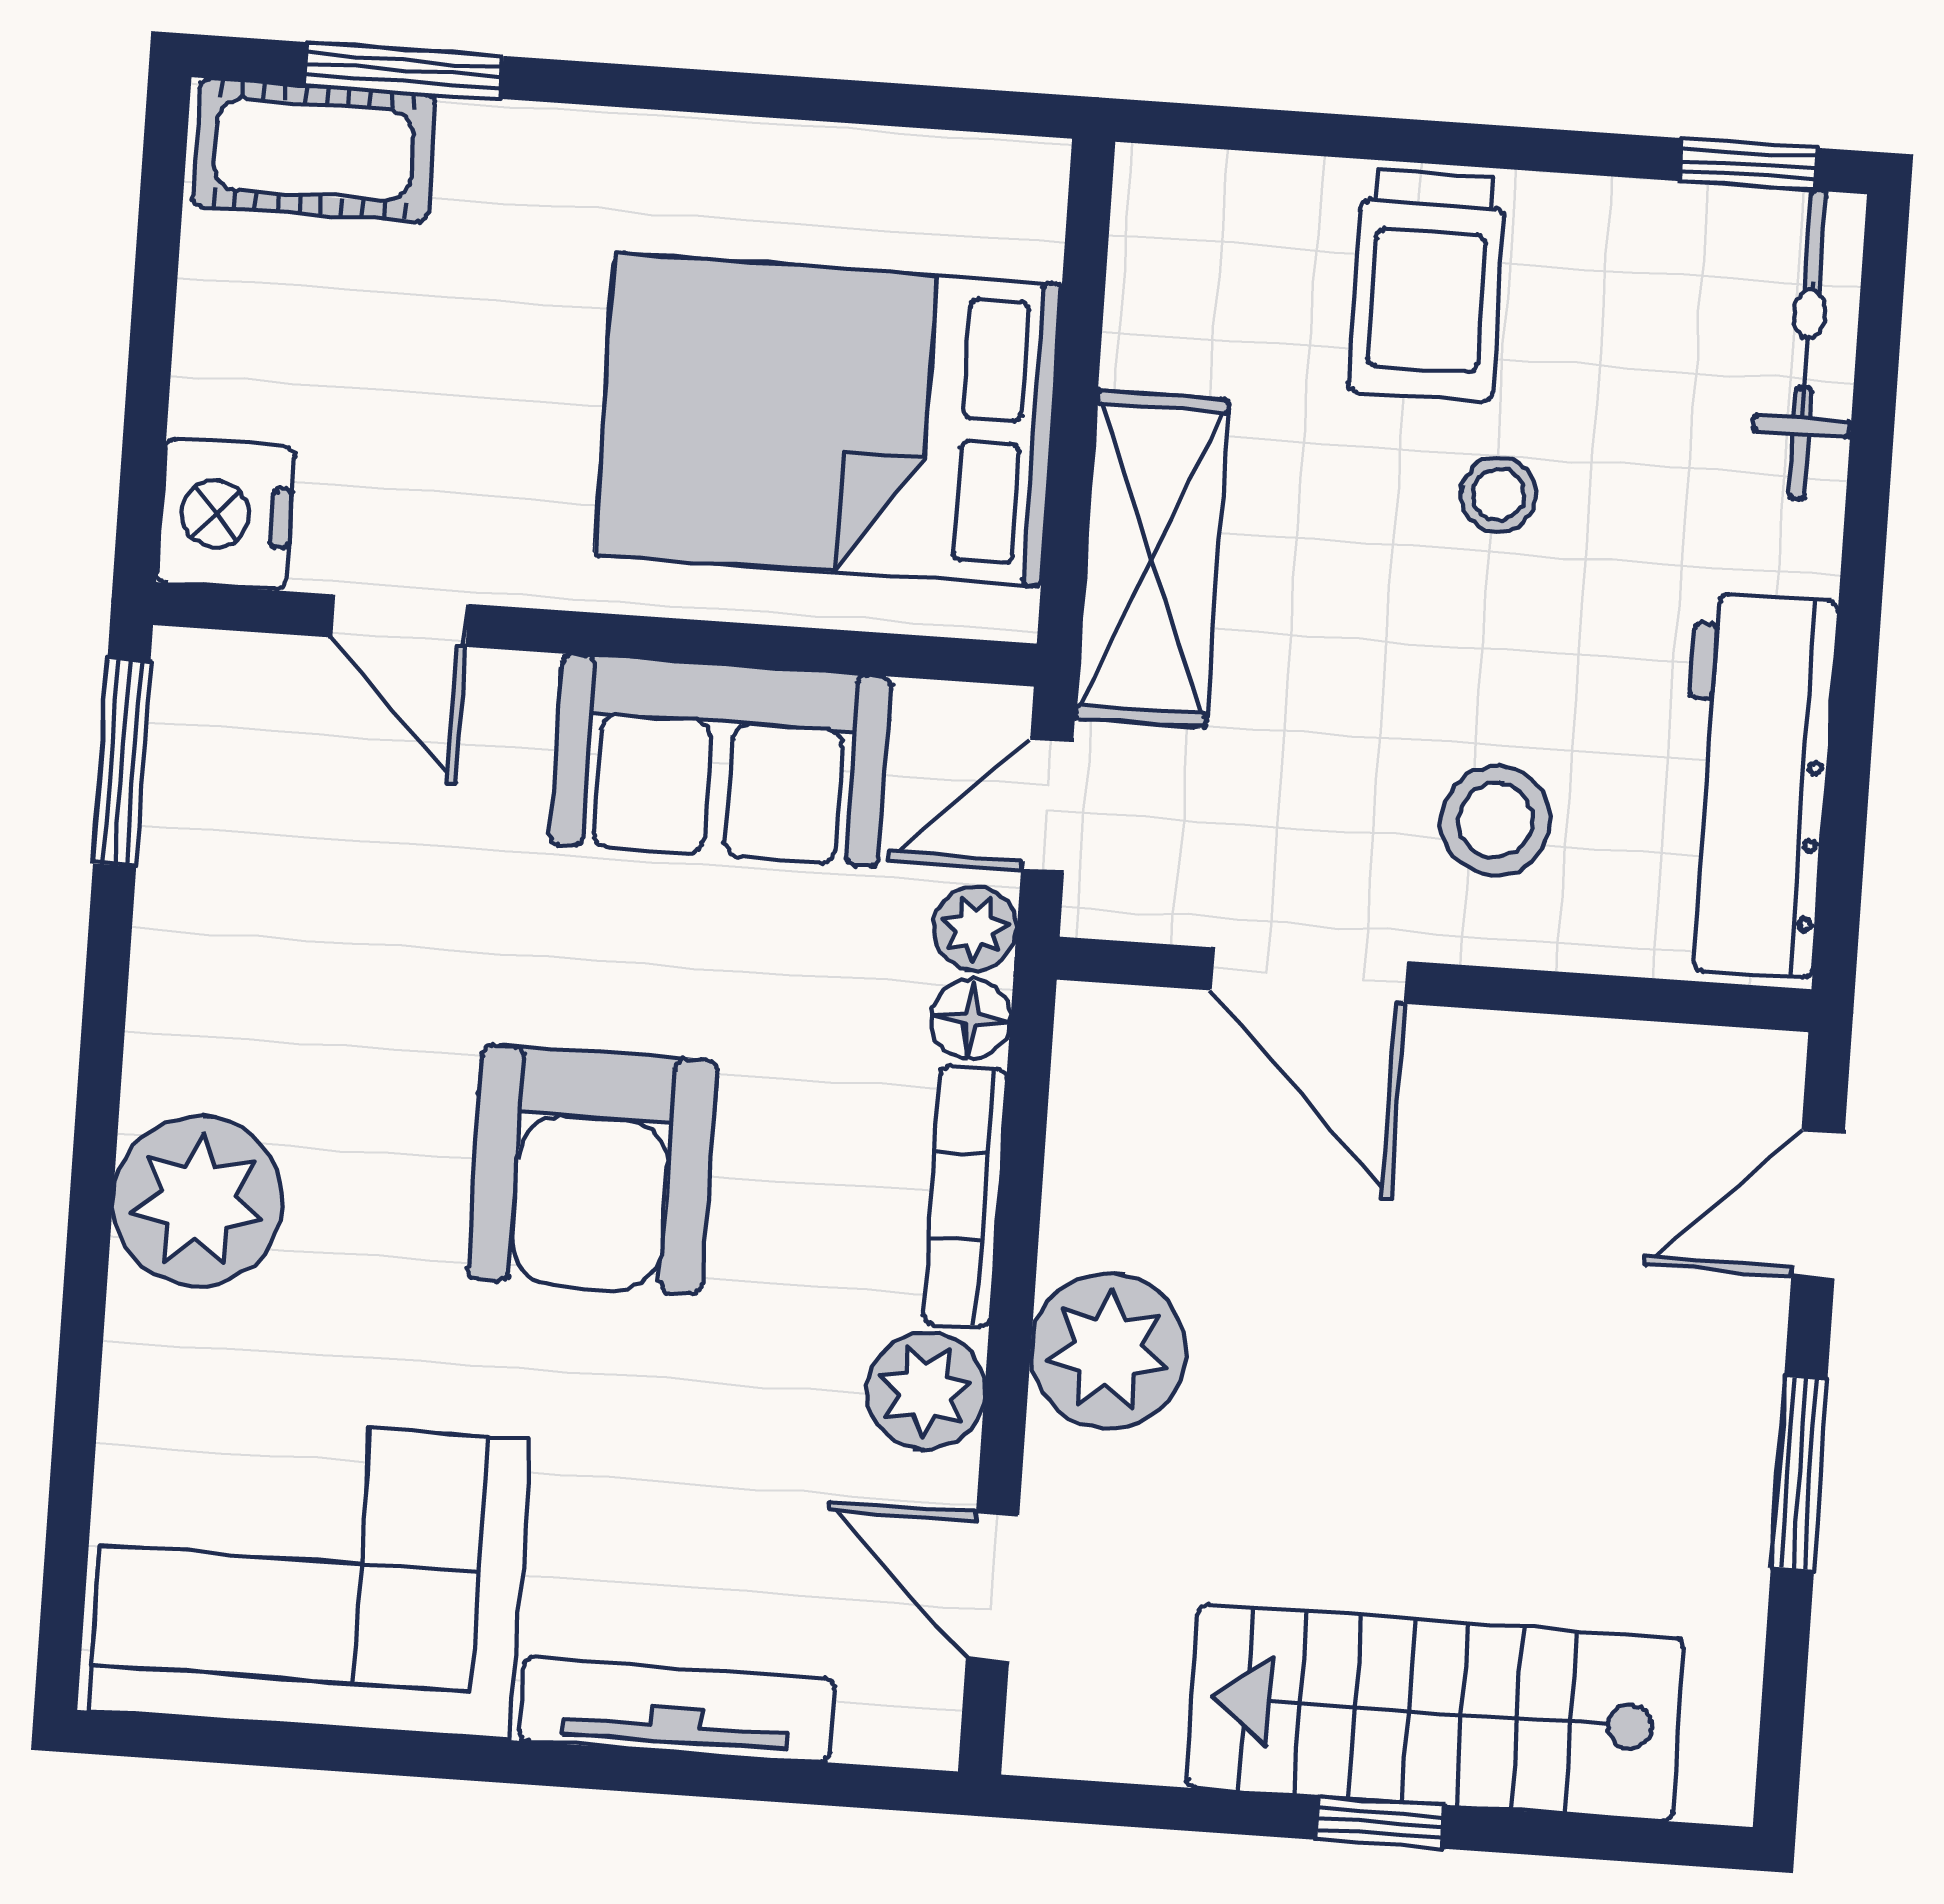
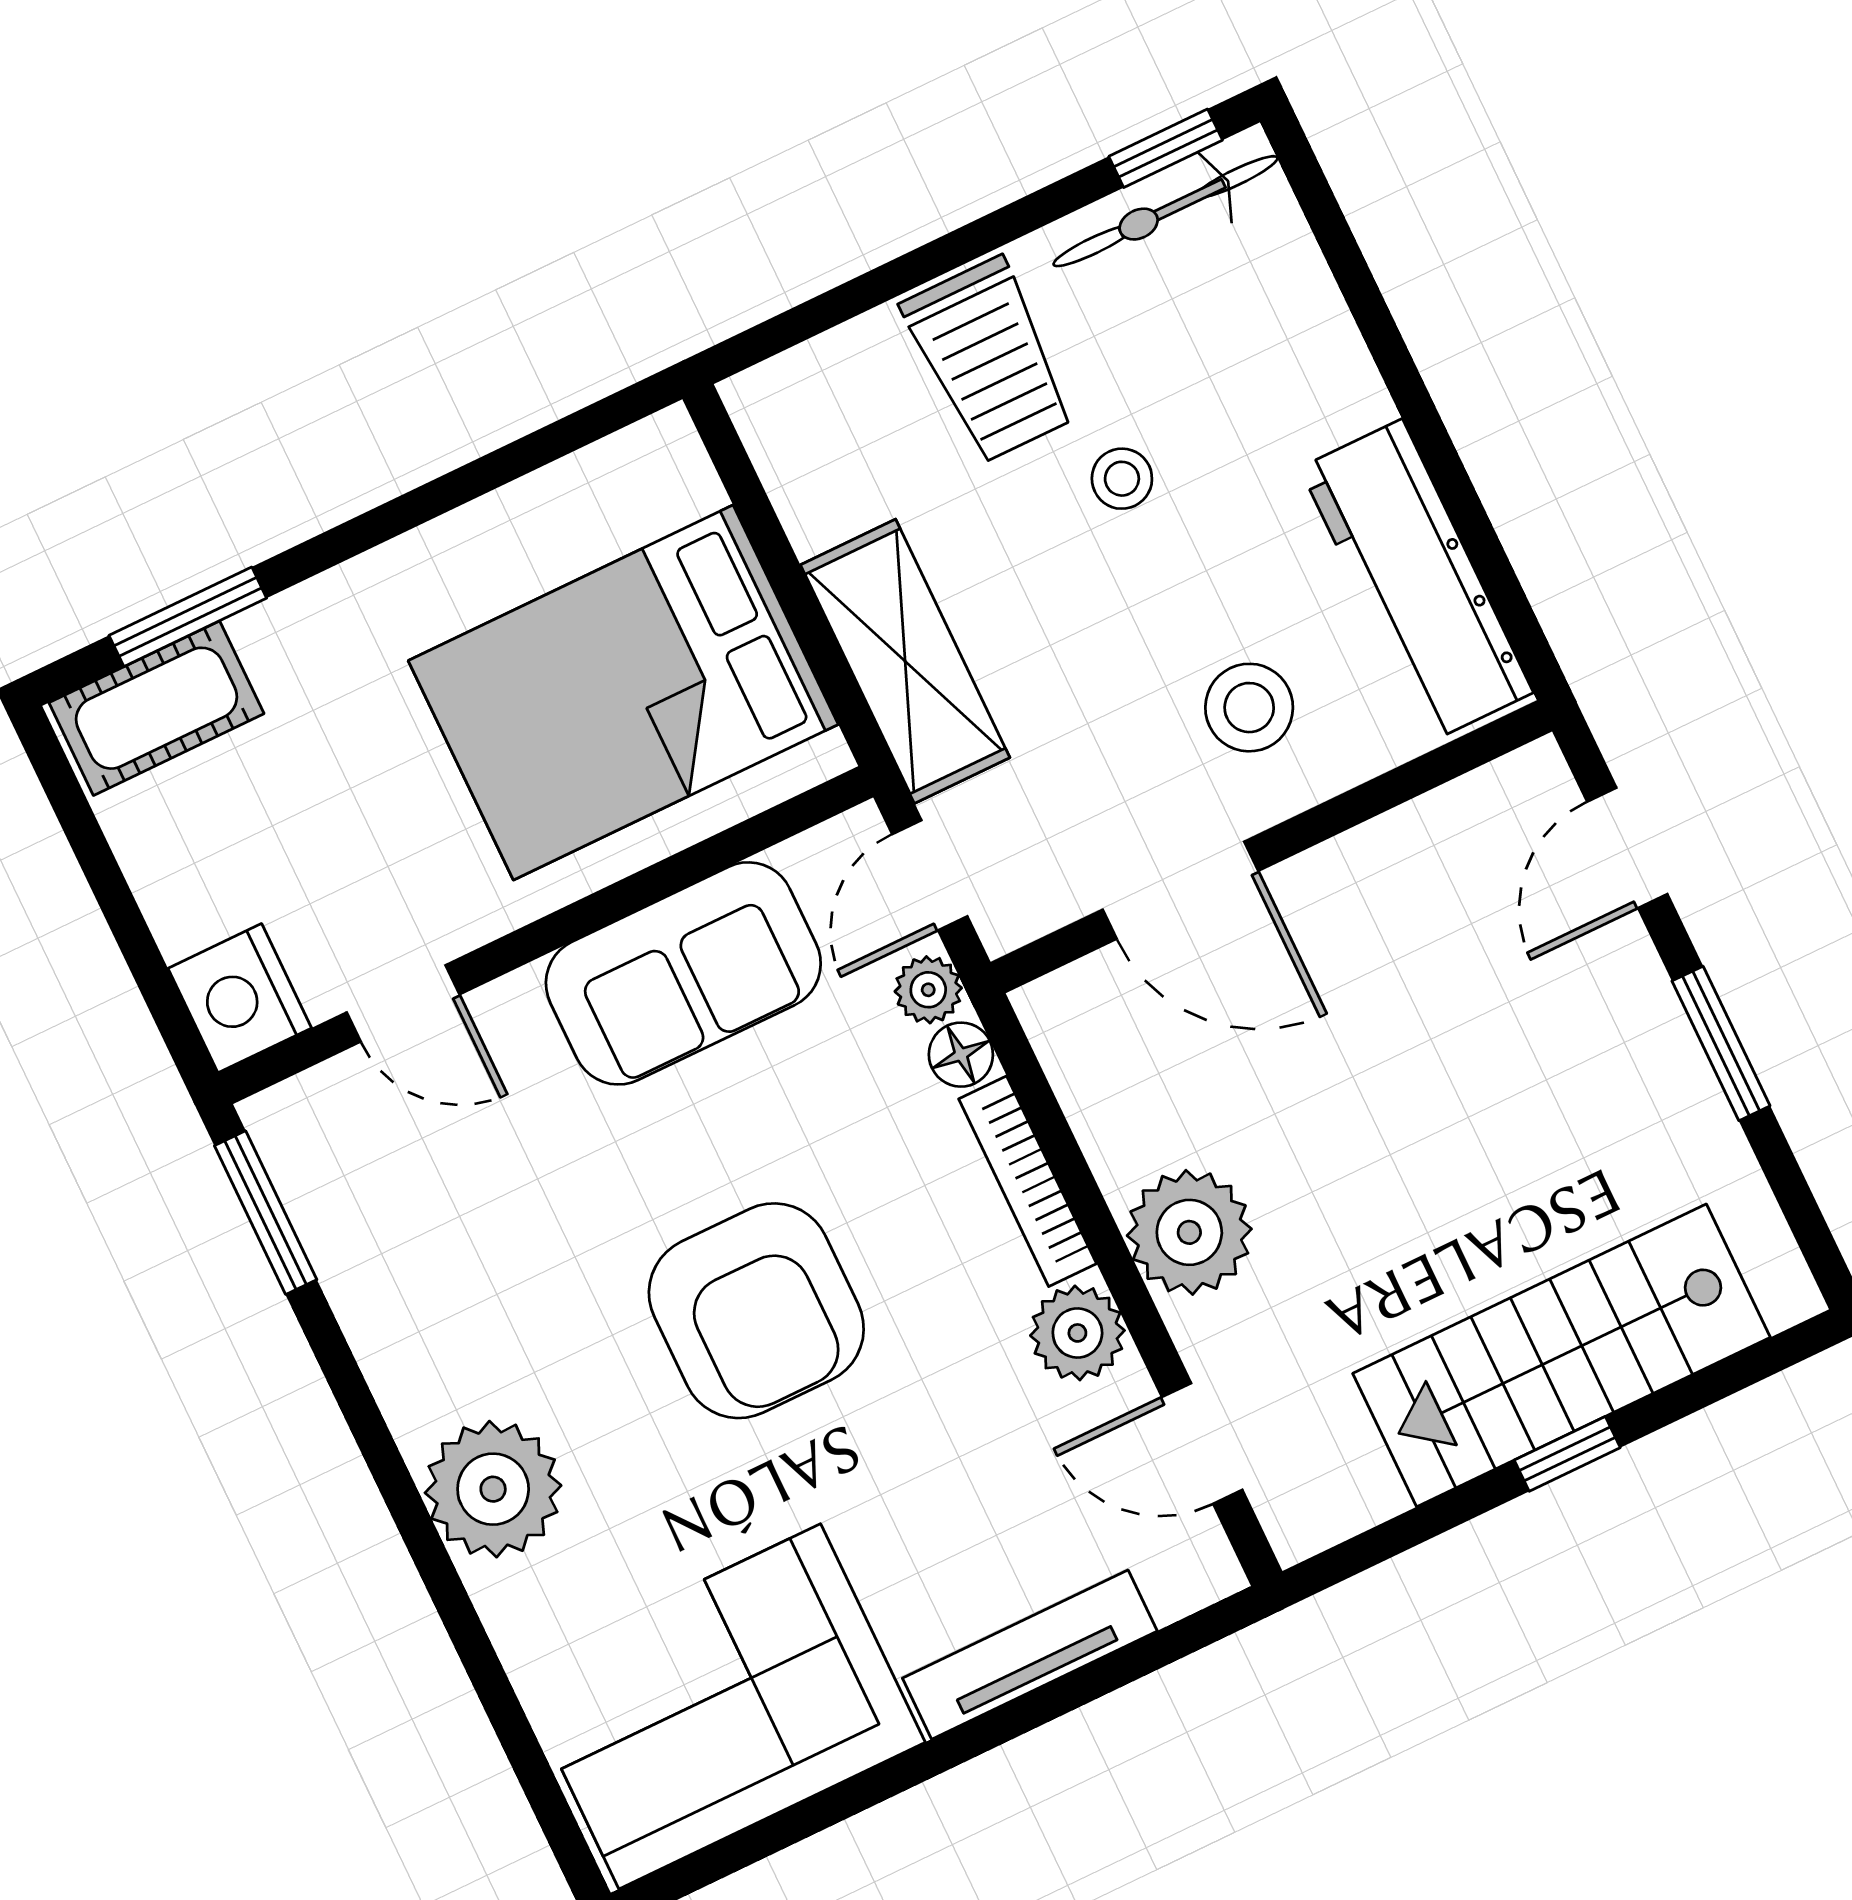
bicycle: (1808, 345) -> (1165, 211), moved, turned -90

